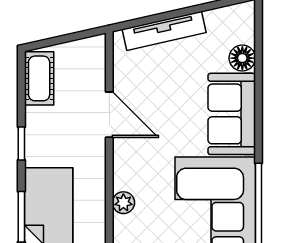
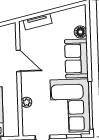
tv unit: (164, 31) -> (38, 22), width x0.71

